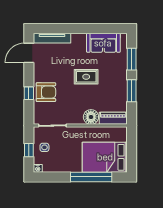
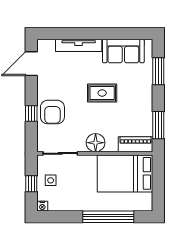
tv unit: (52, 38) -> (79, 45), moved
window: (132, 91) -> (158, 125), moved
armchair: (46, 92) -> (52, 112), turned 90
floor lamp: (91, 117) -> (96, 143), moved
bed: (105, 157) -> (125, 173), moved

